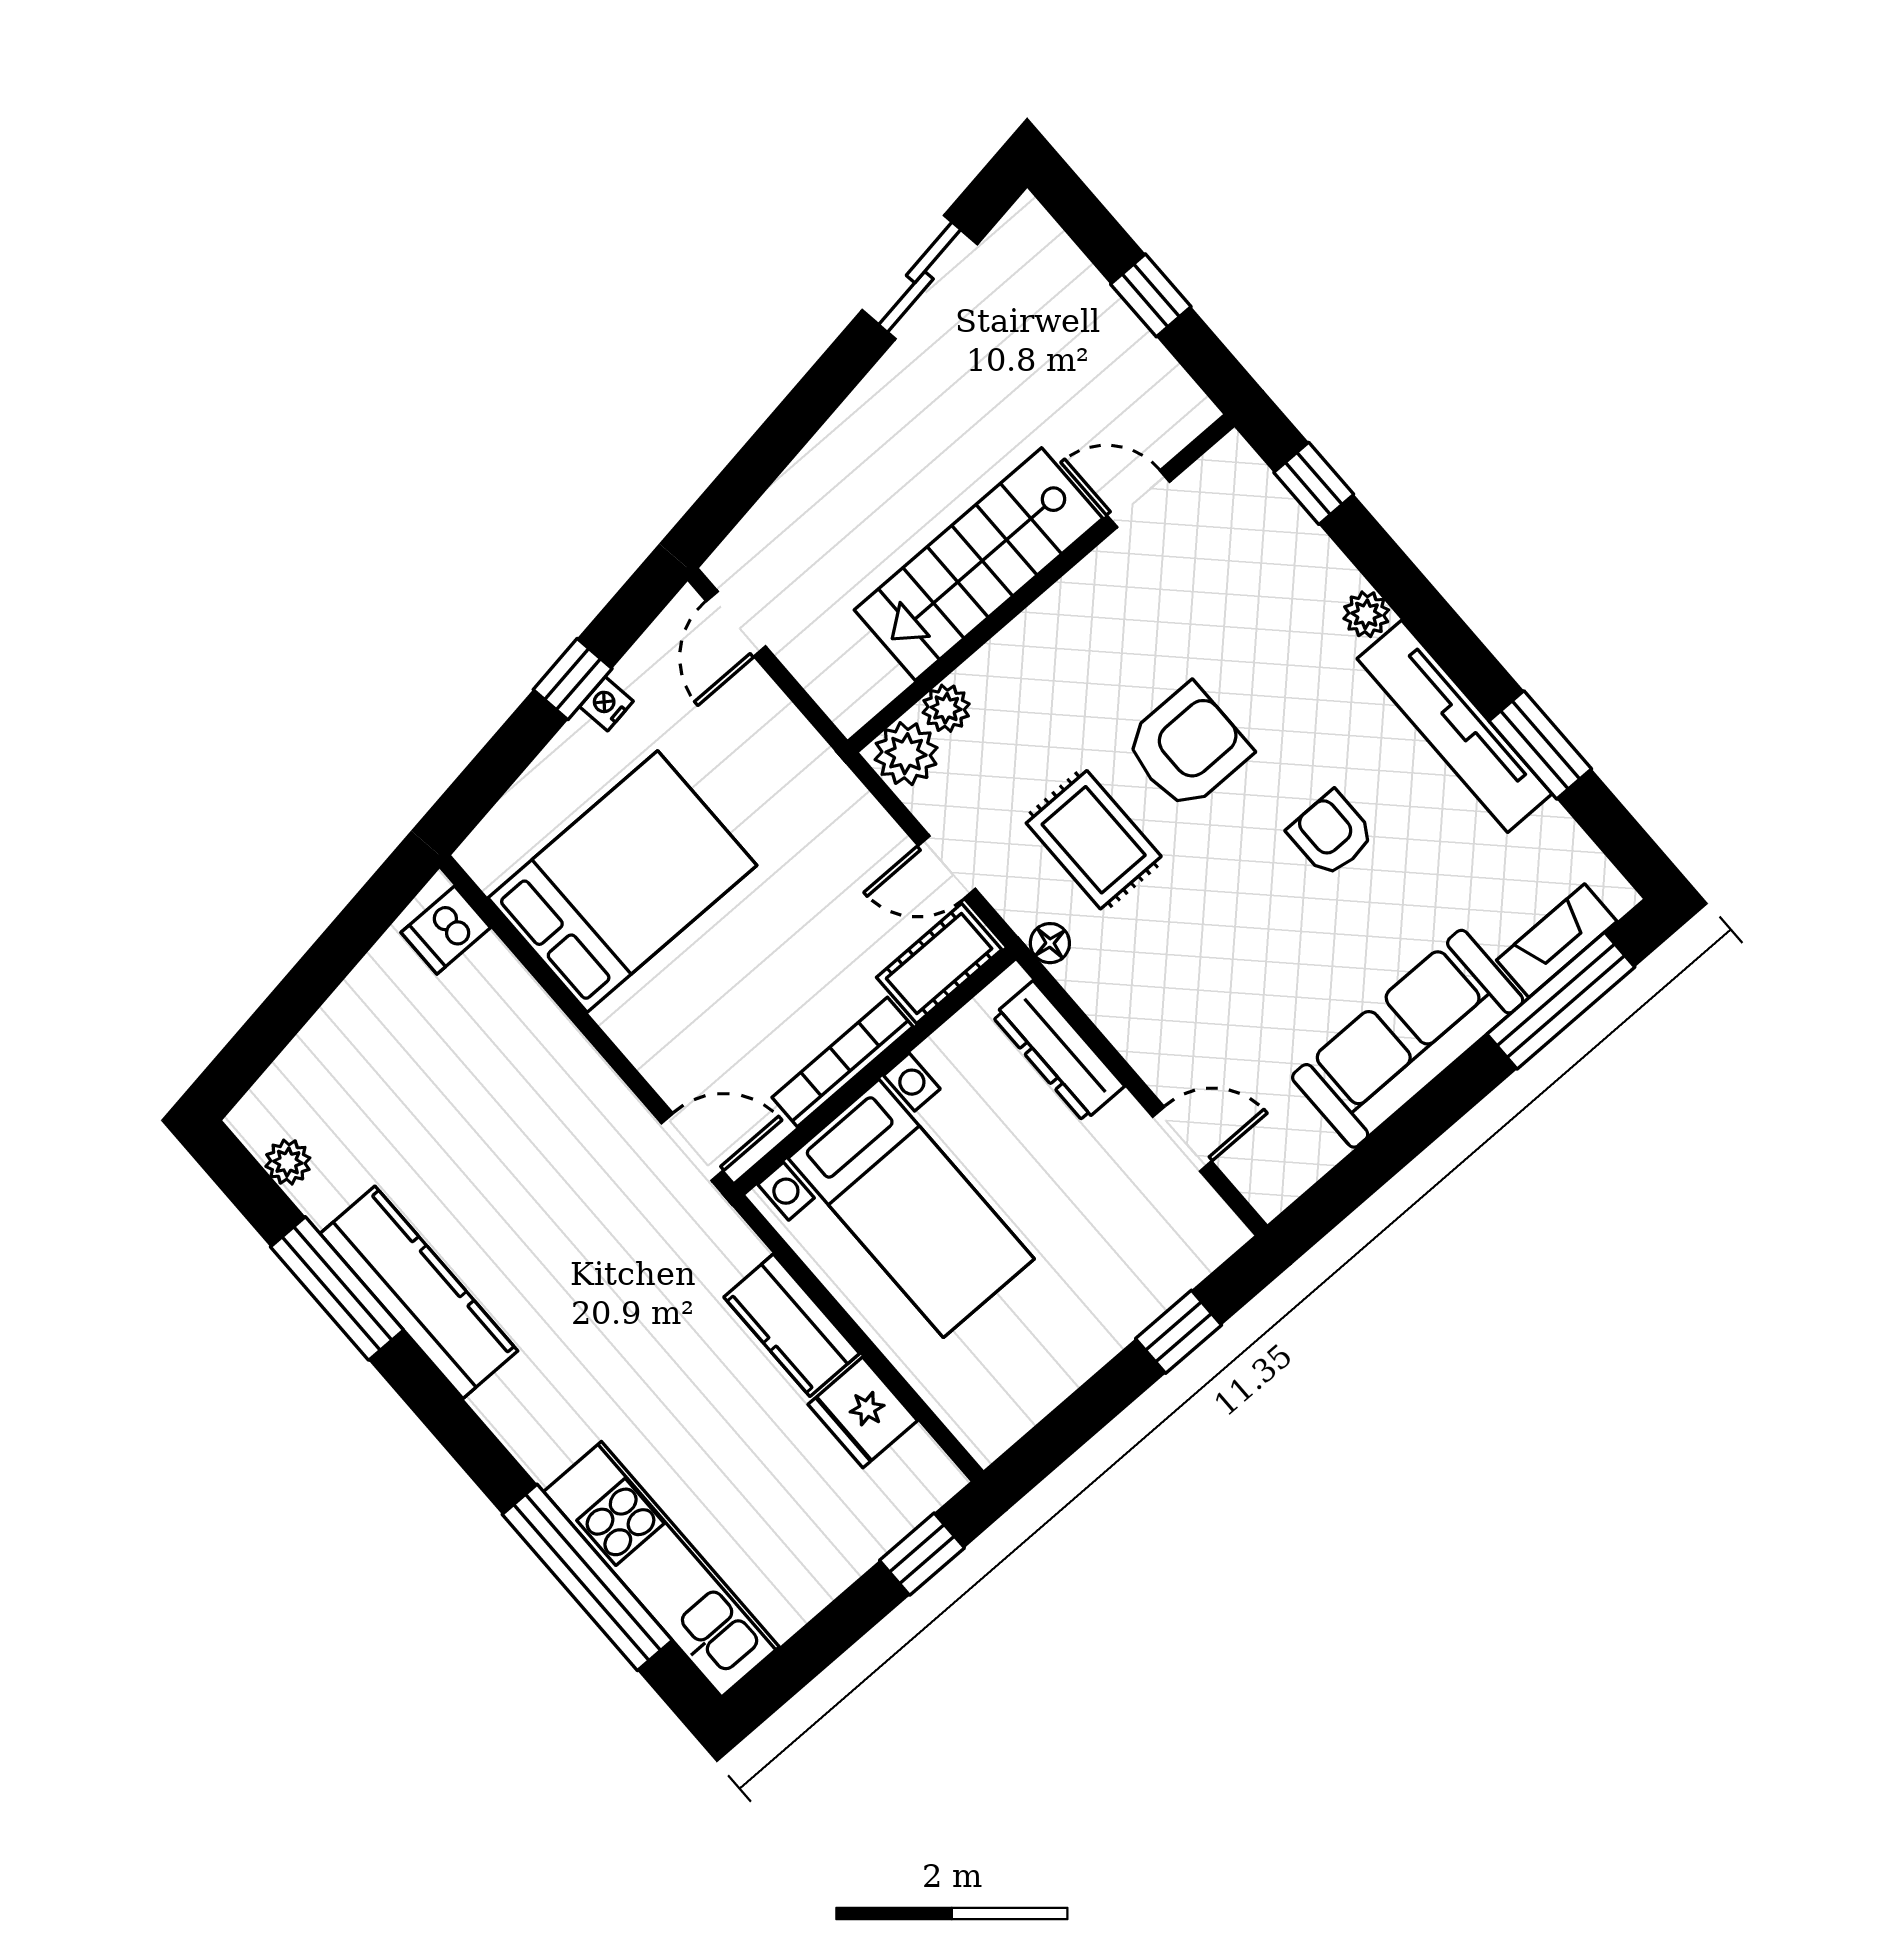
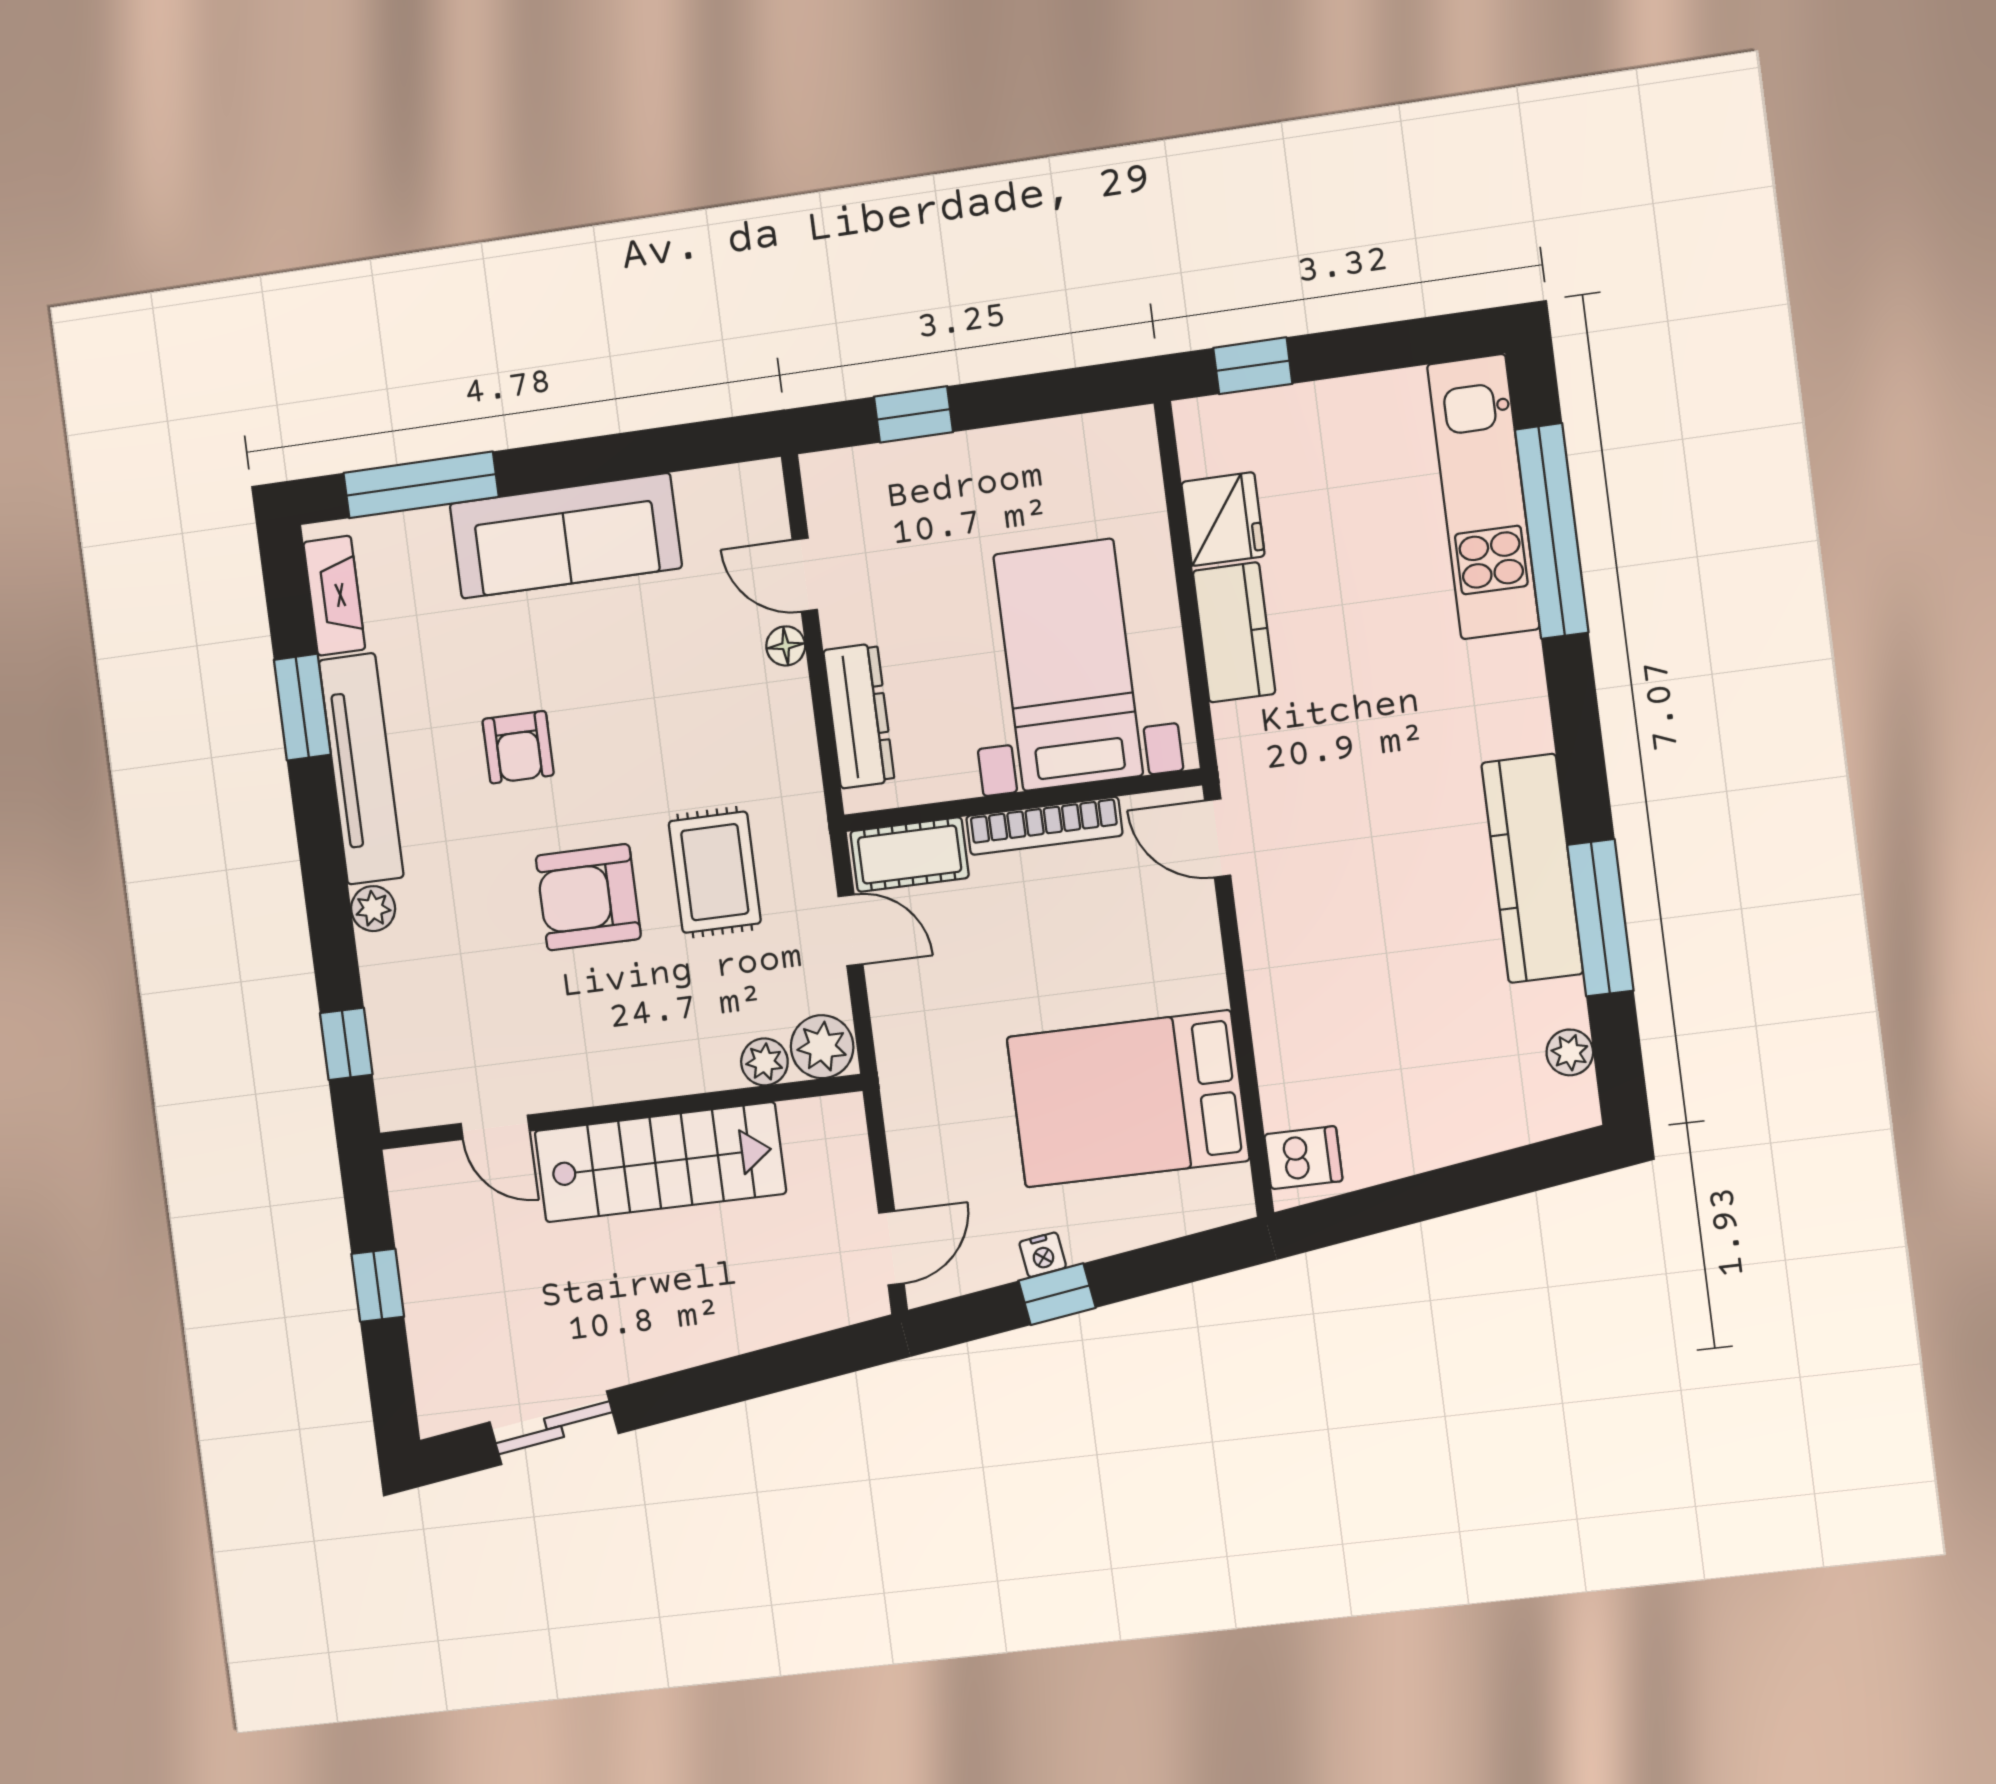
fireplace: (1557, 941) -> (334, 596), moved, turned -90
floor lamp: (1050, 943) -> (786, 646), moved

